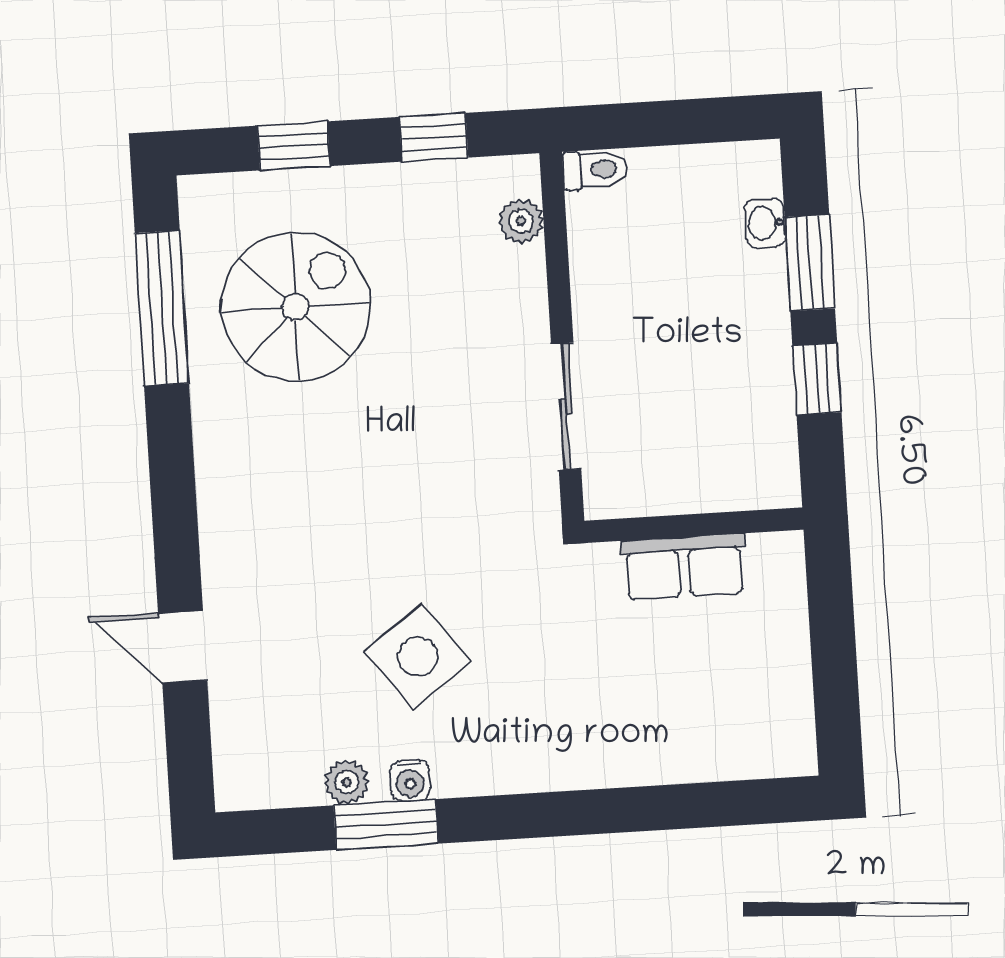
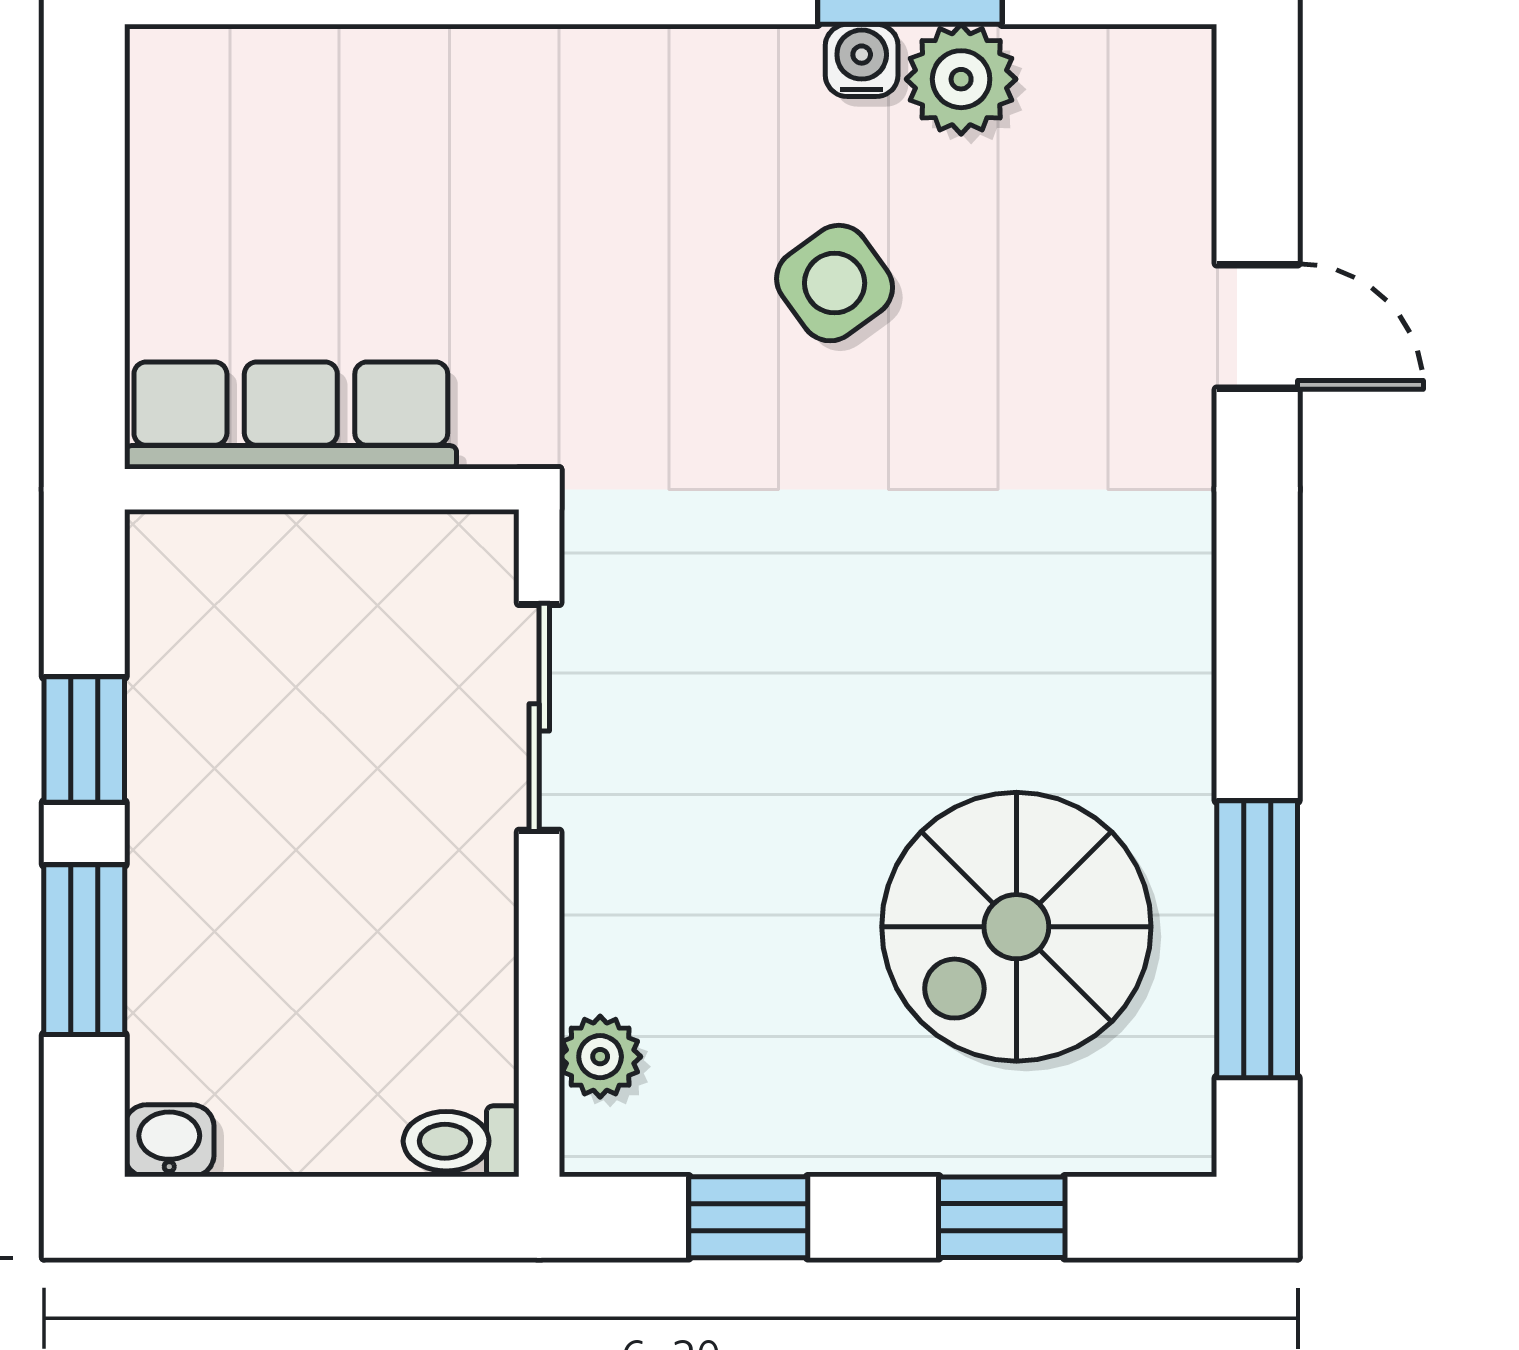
washbasin: (765, 223) -> (169, 1141), moved, turned -90
row of seats: (684, 567) -> (291, 415), width x1.48
side table: (418, 657) -> (835, 283), width x0.73, depth x0.73
plant: (347, 782) -> (961, 79), width x1.38, depth x1.38

